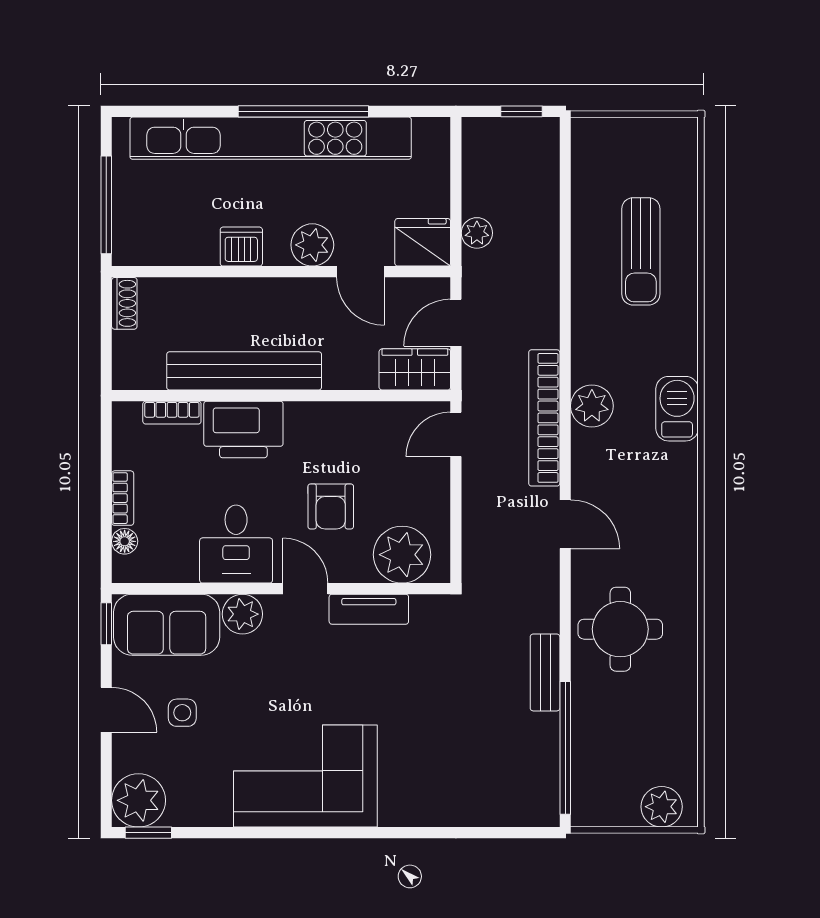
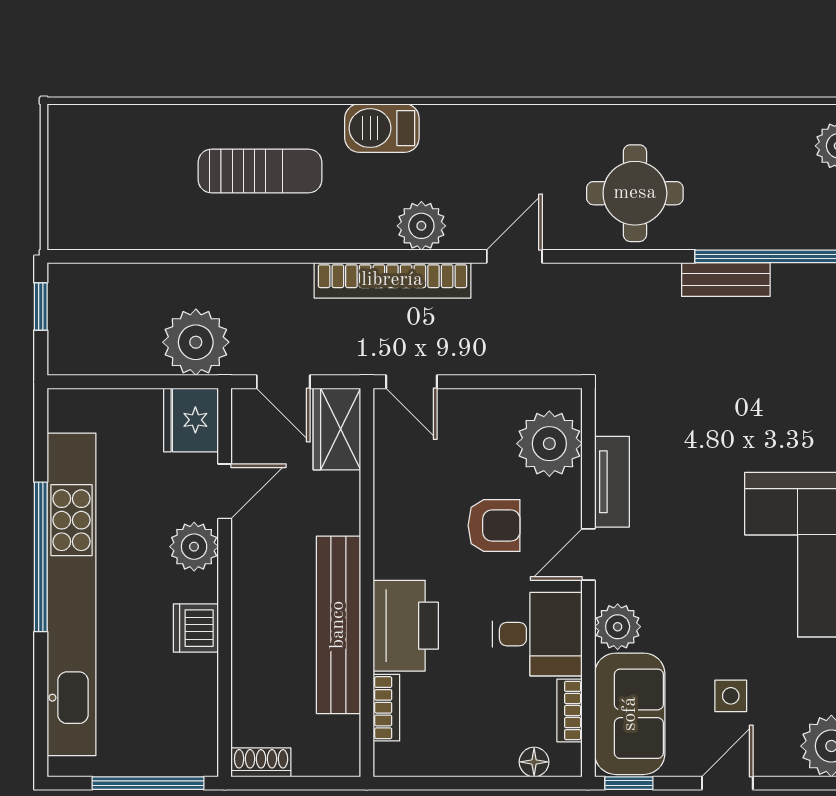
plant: (477, 233) -> (196, 342), width x1.88, depth x1.88
sun lounger: (641, 251) -> (260, 171), moved
plant: (592, 406) -> (421, 226), moved
bookcase: (123, 498) -> (570, 710), moved, turned -90
bench: (545, 672) -> (726, 280), moved

